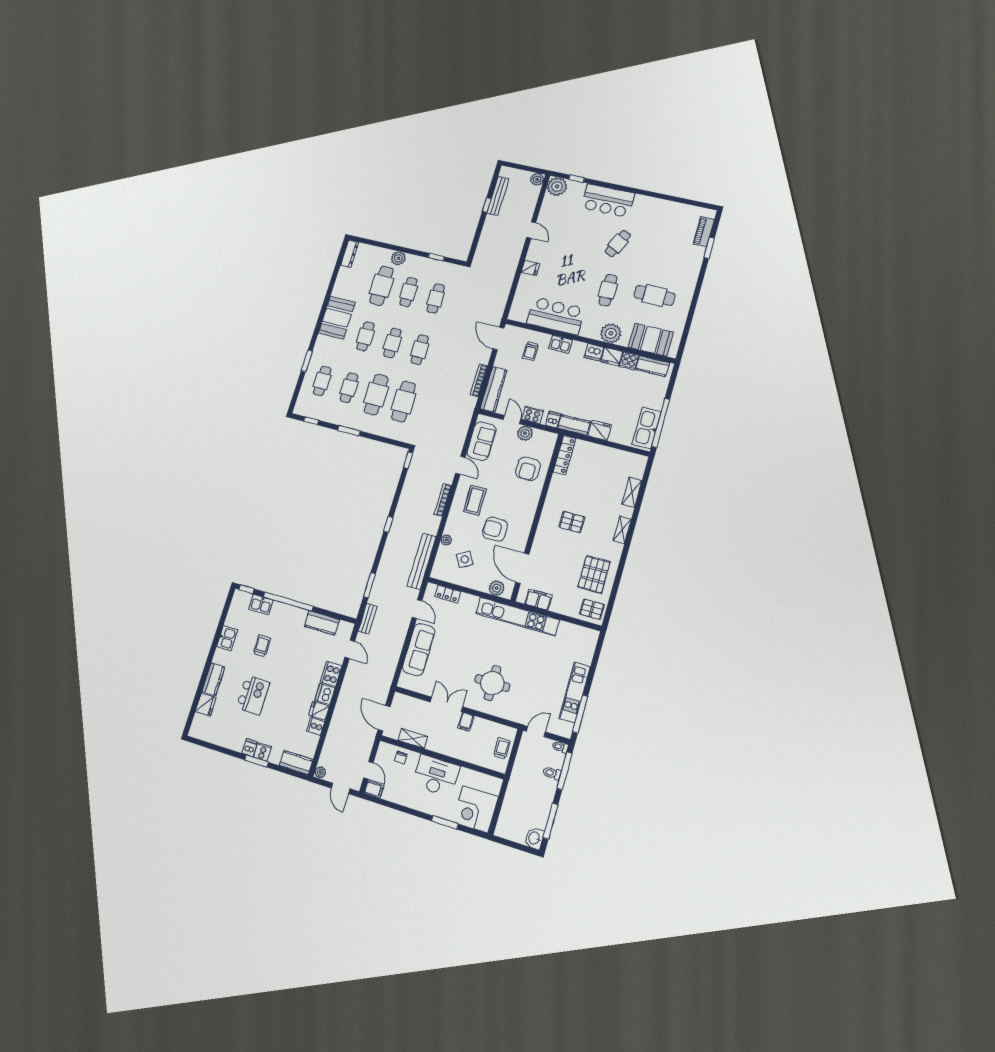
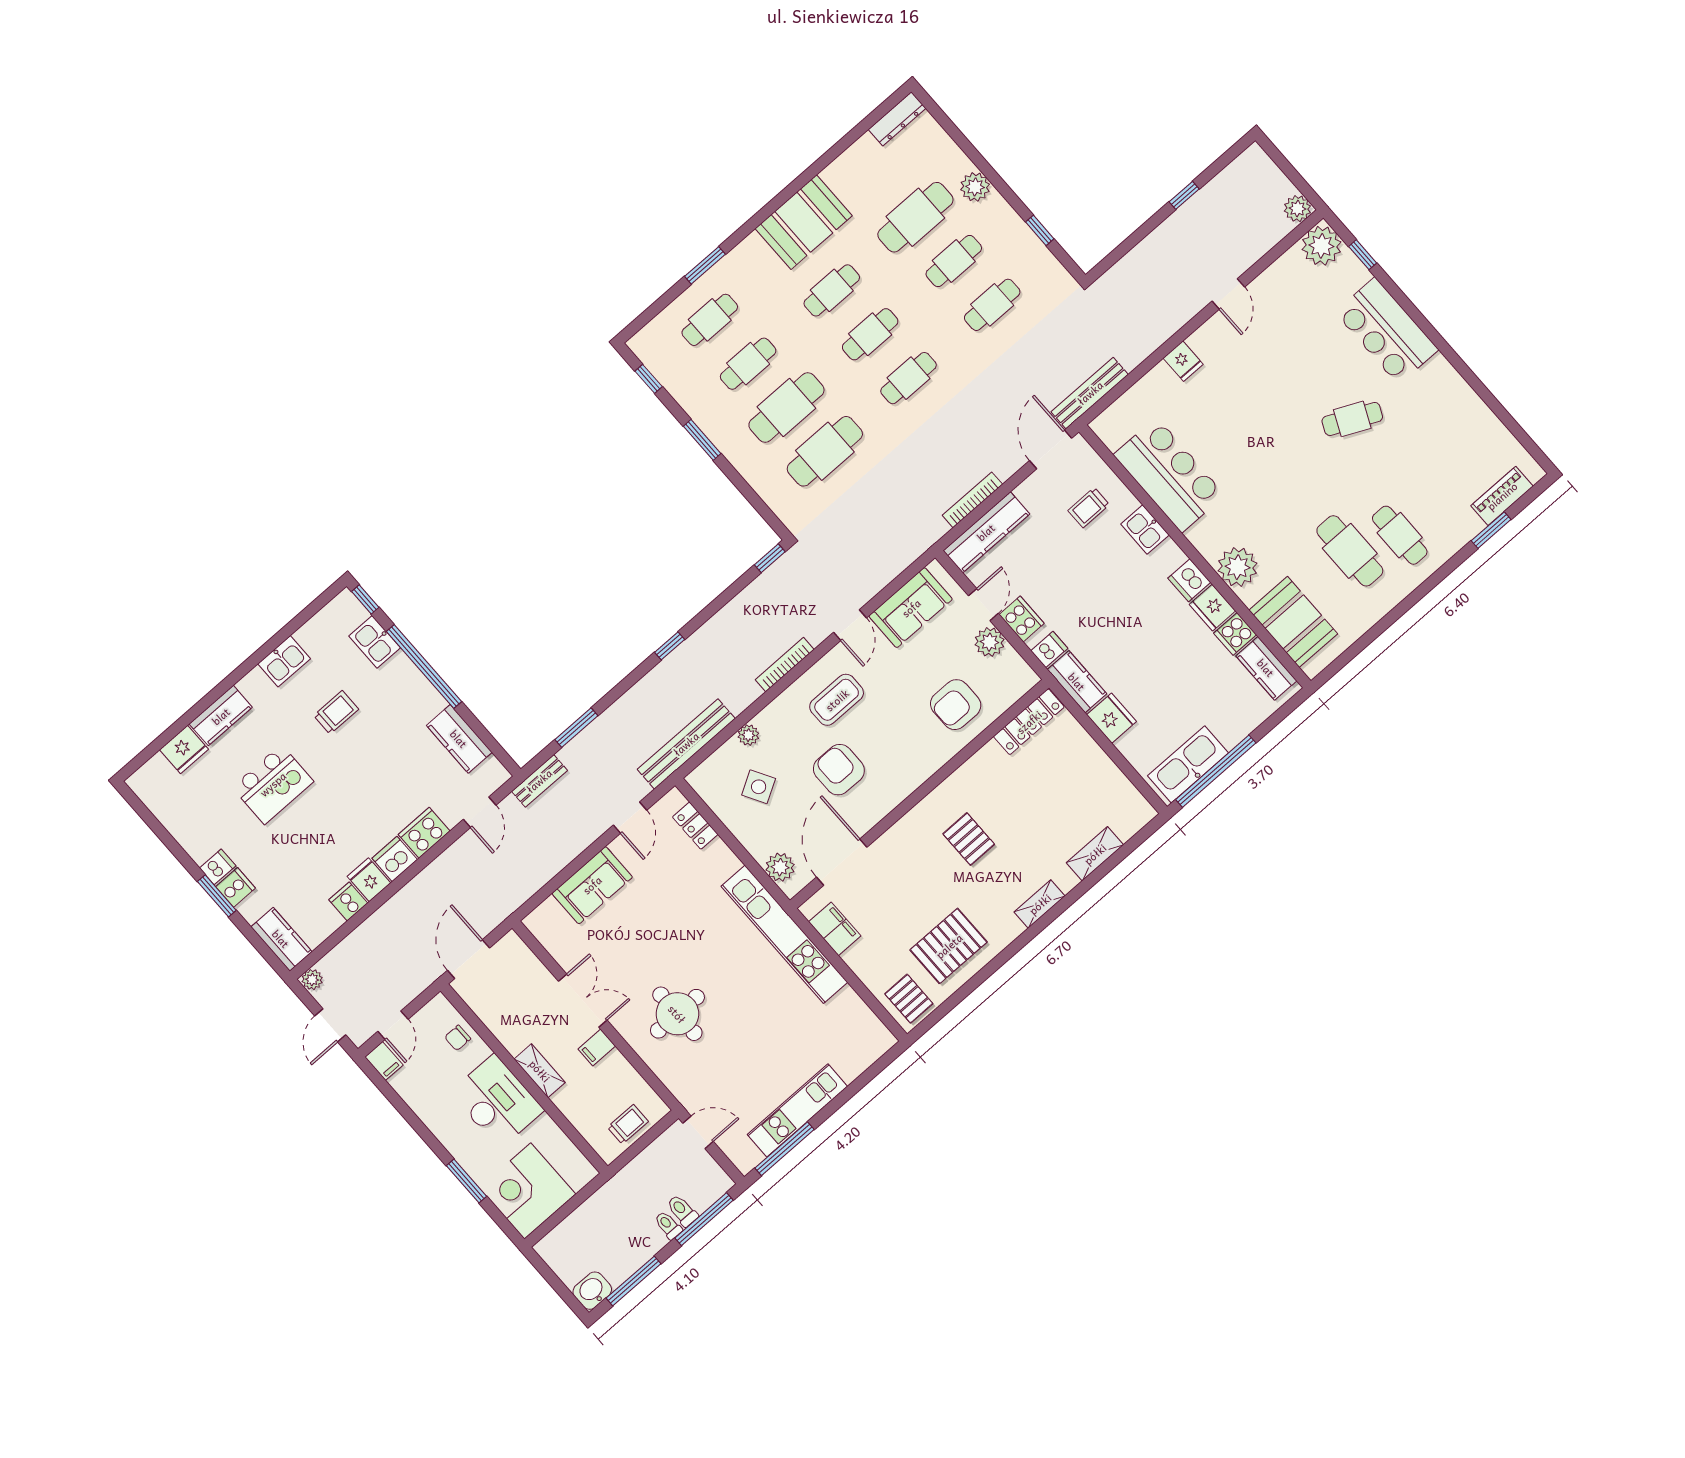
bench: (498, 196) -> (1090, 393), moved
cafe table: (608, 290) -> (1400, 535), moved, turned 90
sofa: (419, 650) -> (592, 885), width x0.73
shelving: (413, 739) -> (540, 1071), moved
toilet: (560, 747) -> (668, 1225), moved

